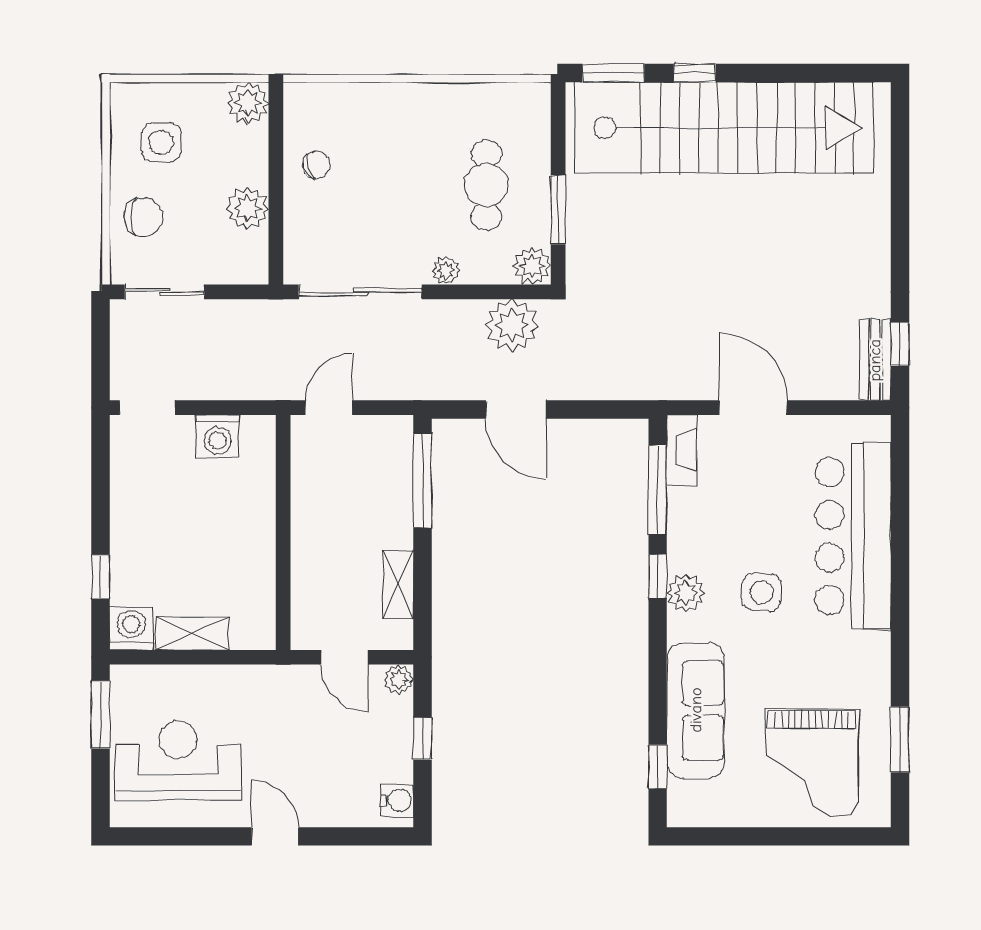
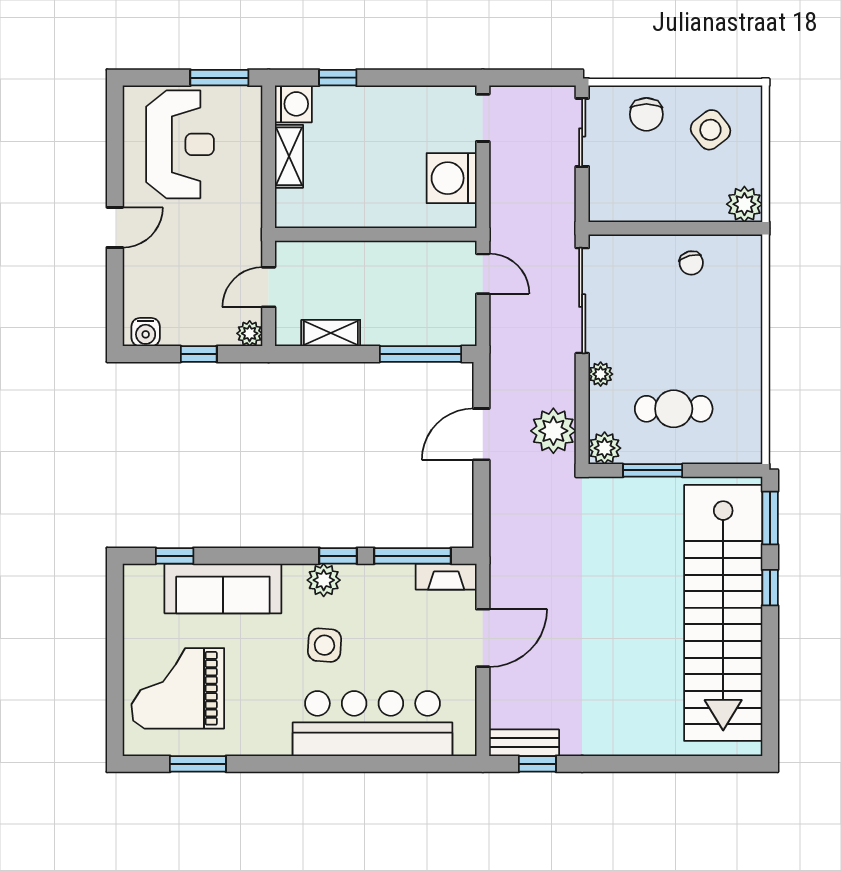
side table: (161, 142) -> (710, 130), turned -38
plant: (248, 208) -> (654, 204), removed
washing machine: (218, 436) -> (452, 178), width x1.37, depth x1.37

